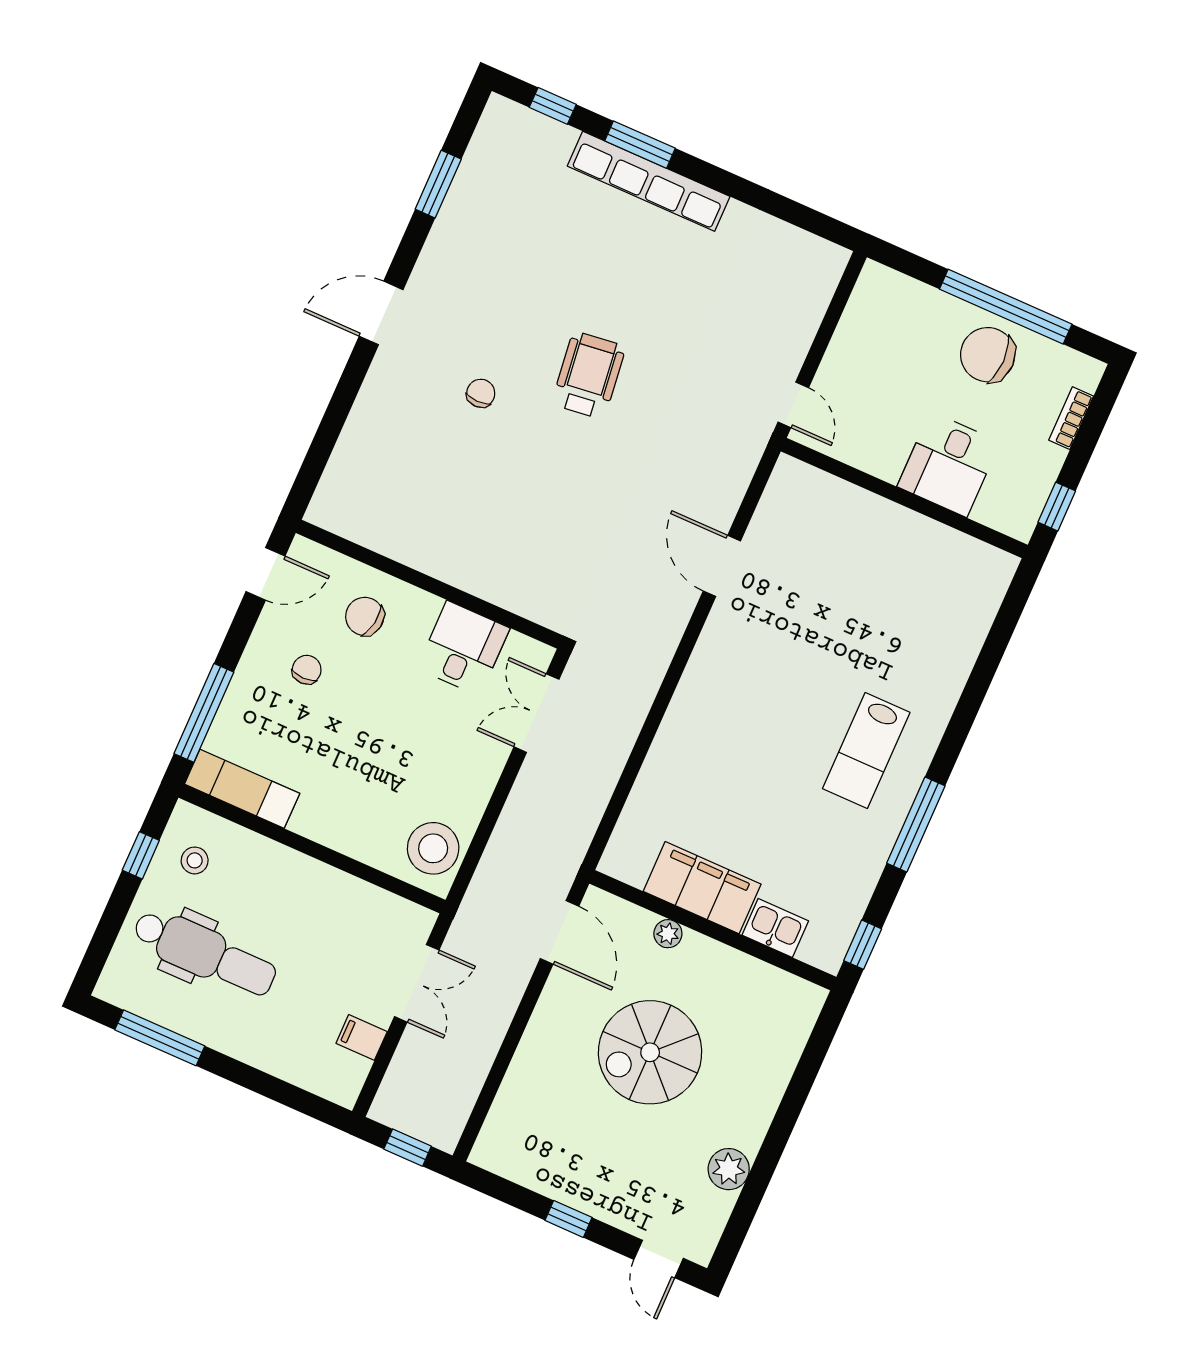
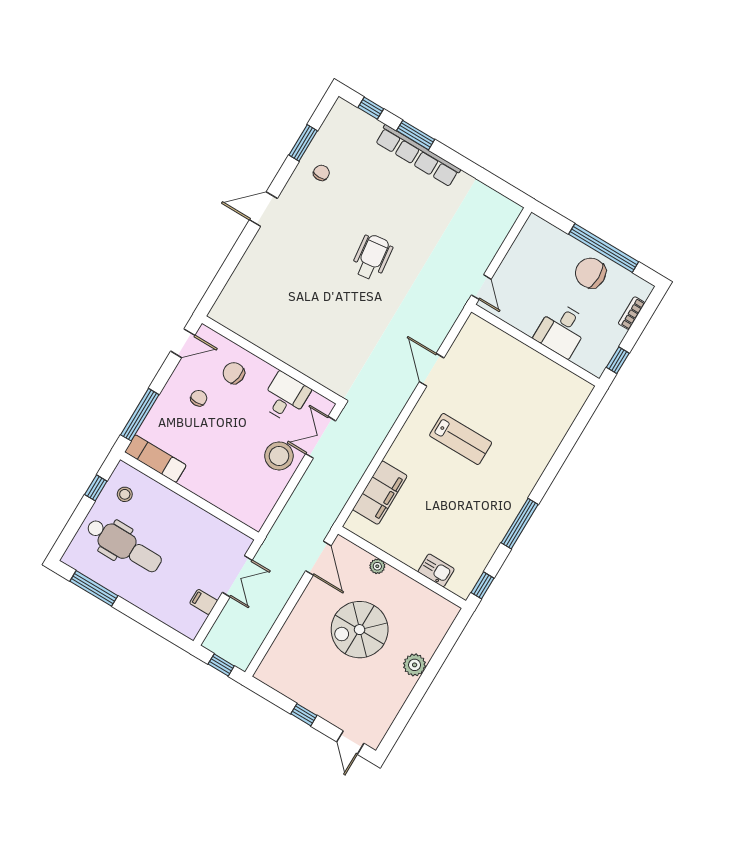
chair: (481, 393) -> (321, 173), moved
lab bench: (866, 751) -> (461, 439), moved, turned -90
stool: (433, 848) -> (279, 456), moved
filing cabinet: (702, 888) -> (380, 493), moved, turned 90
plant: (729, 1169) -> (415, 665), moved

